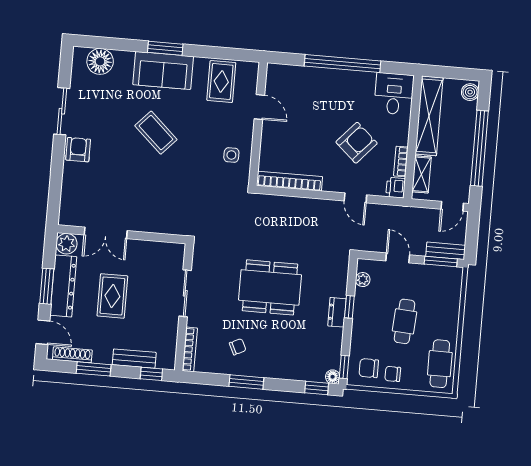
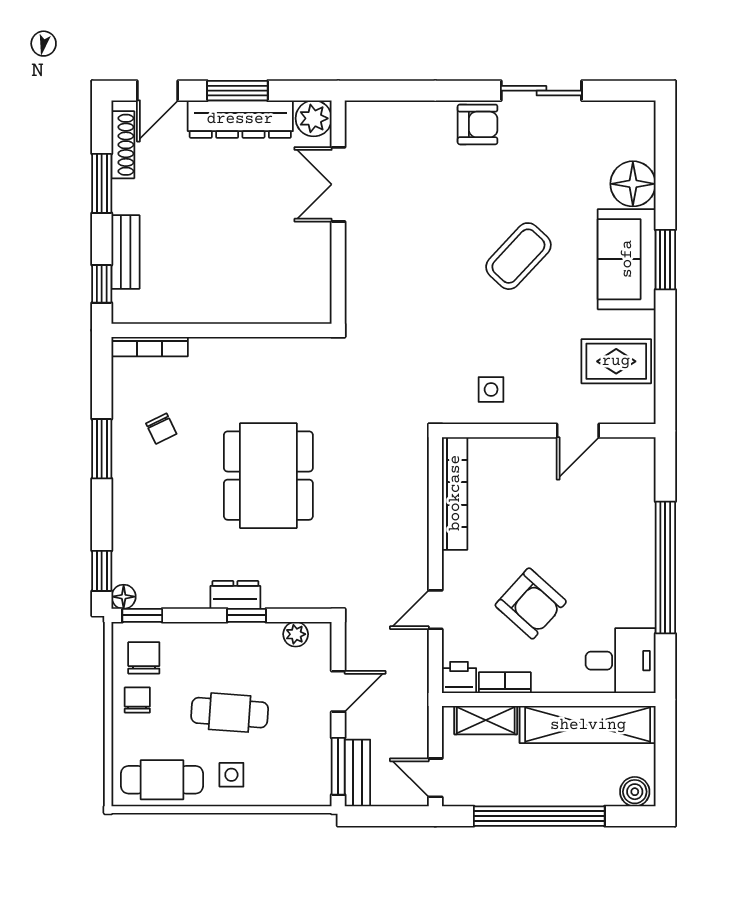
floor lamp: (100, 61) -> (633, 184), moved
sliding door: (185, 293) -> (246, 330), removed
rug: (112, 296) -> (230, 205), removed
side table: (440, 323) -> (231, 775), added

